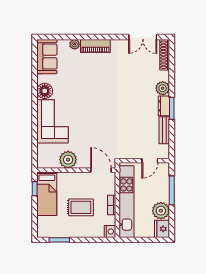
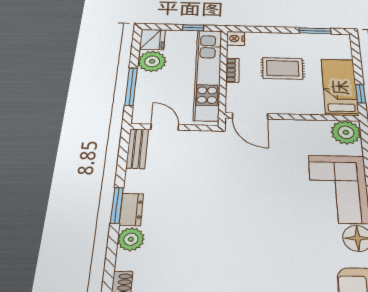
bench: (164, 130) -> (137, 148), moved
plant: (68, 160) -> (346, 132), moved
door: (150, 161) -> (165, 127), hinge flipped
window: (137, 240) -> (193, 28), added

